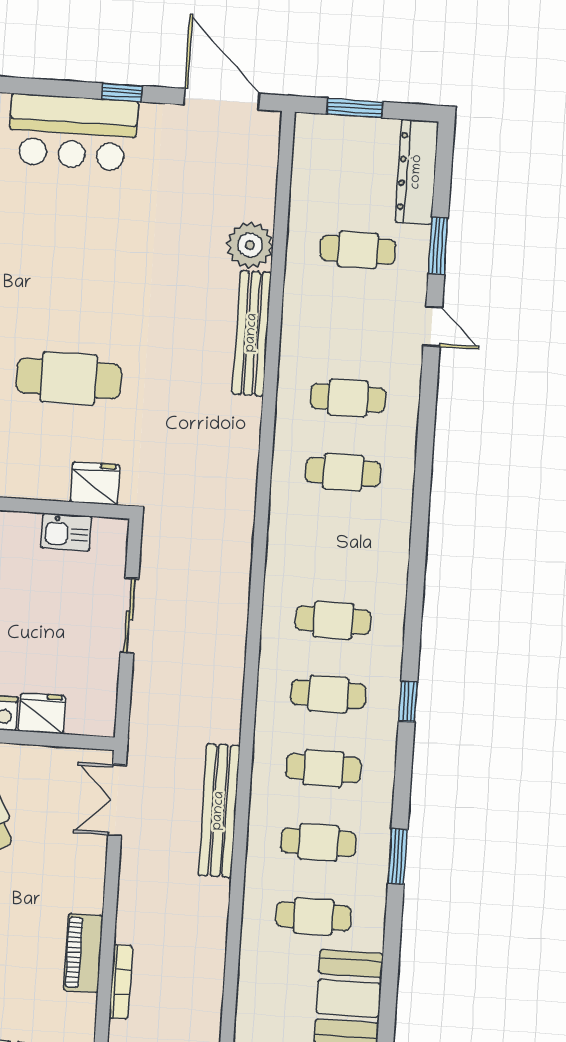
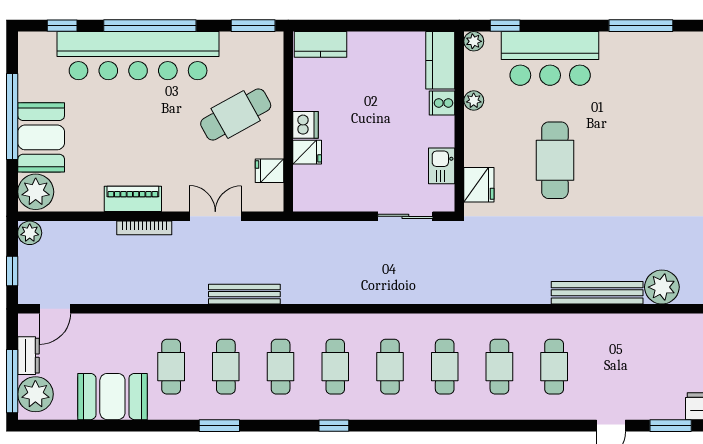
cafe table: (358, 250) -> (445, 367), moved
sliding door: (129, 615) -> (405, 216), moved
fridge: (42, 713) -> (307, 152), width x0.72
fridge: (57, 766) -> (269, 171), added
double door: (117, 800) -> (215, 216), moved
bench: (219, 811) -> (244, 294), width x0.73, depth x0.82
bookcase: (121, 982) -> (144, 228), moved

